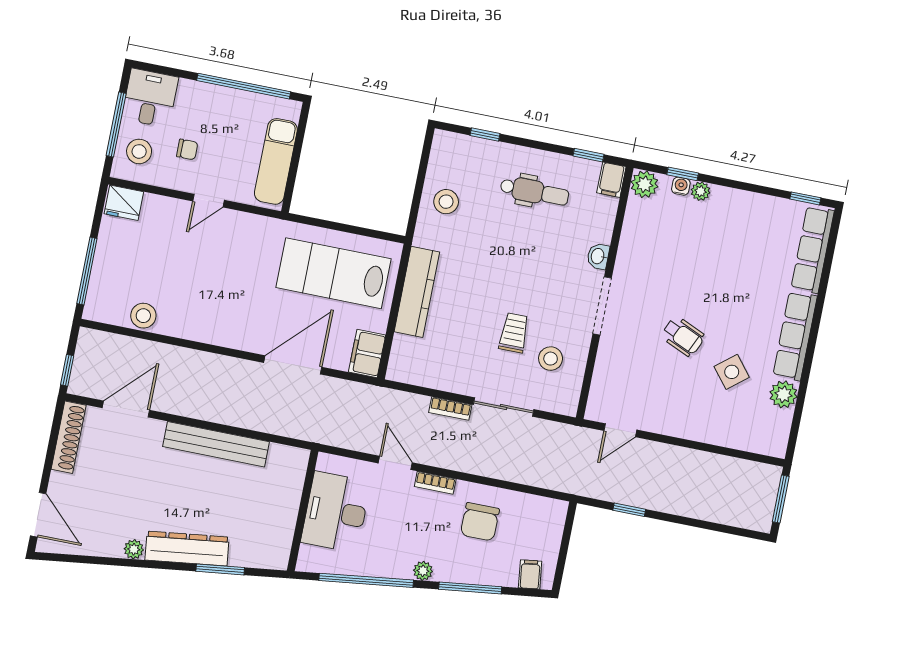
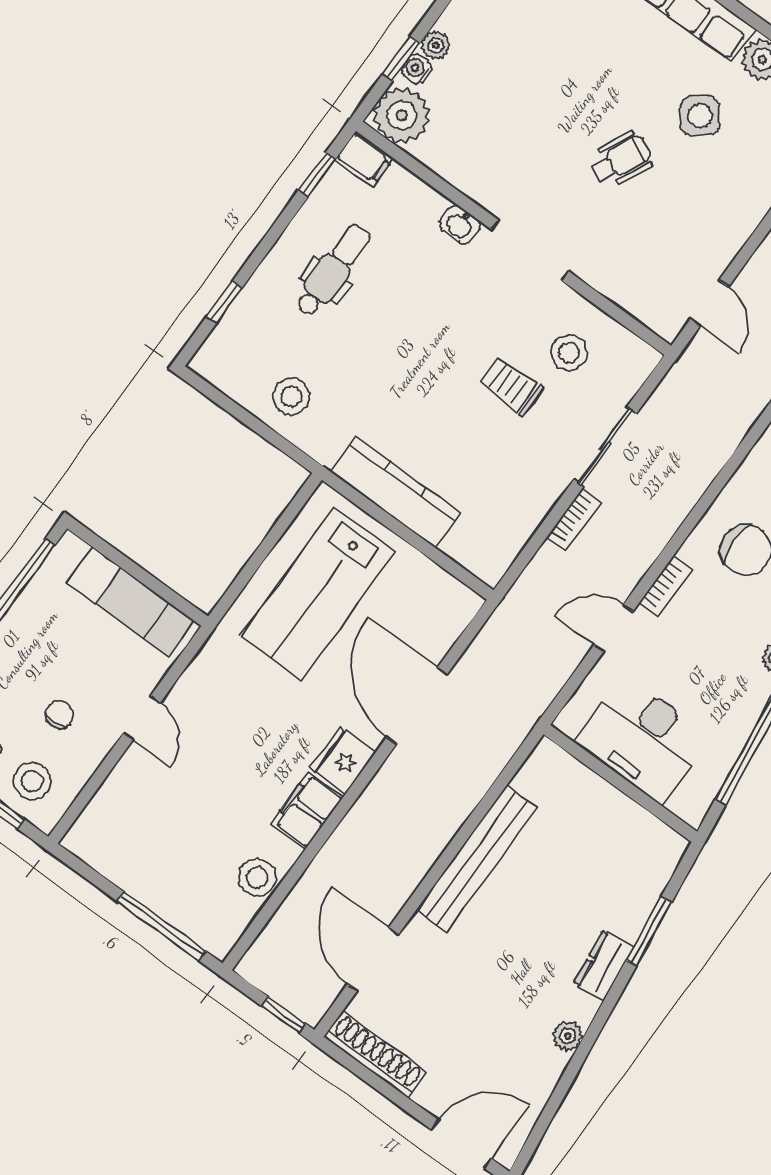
plant: (644, 184) -> (402, 115), width x1.36, depth x1.36
fridge: (124, 203) -> (343, 760), moved, turned 180
filing cabinet: (367, 354) -> (307, 810), moved, turned 90
dresser: (187, 549) -> (603, 965), width x0.51, depth x0.80

